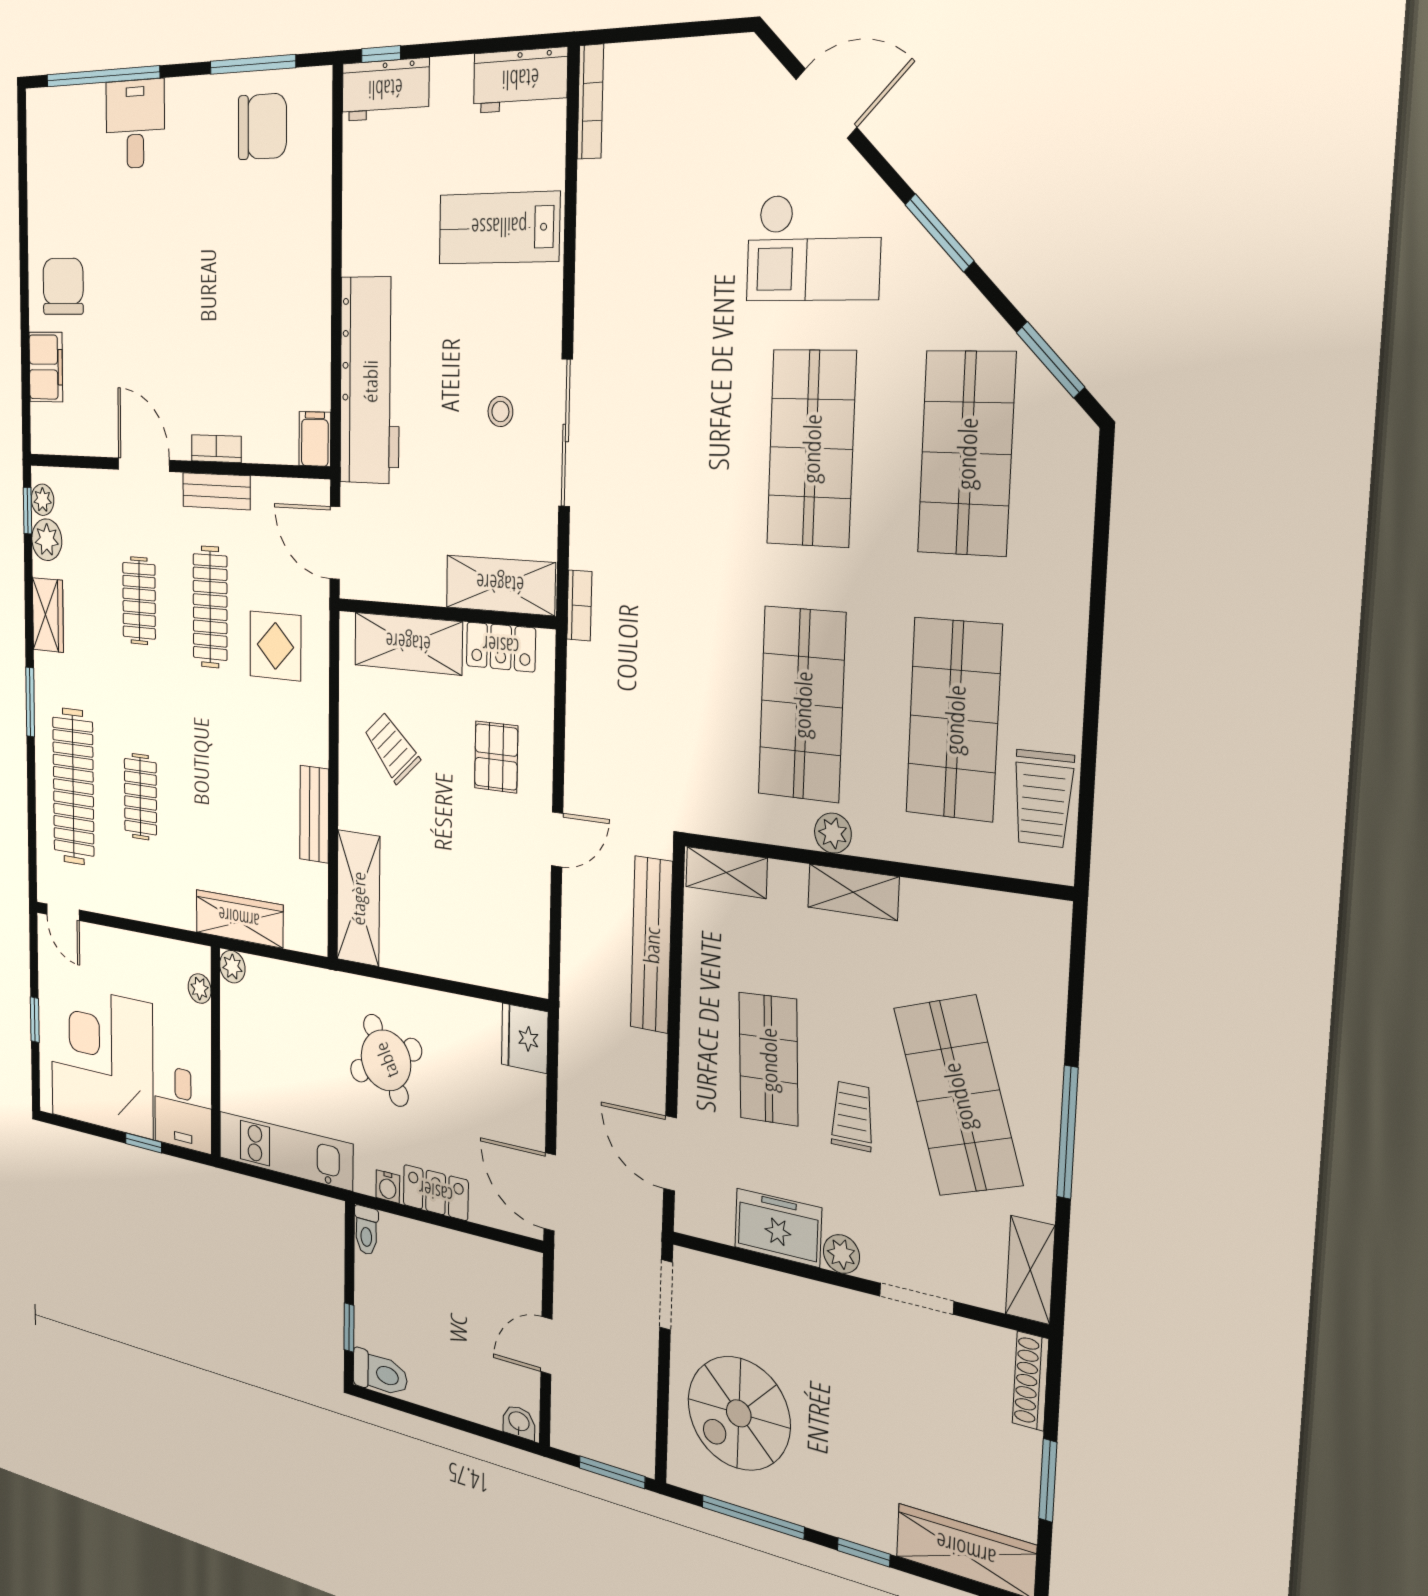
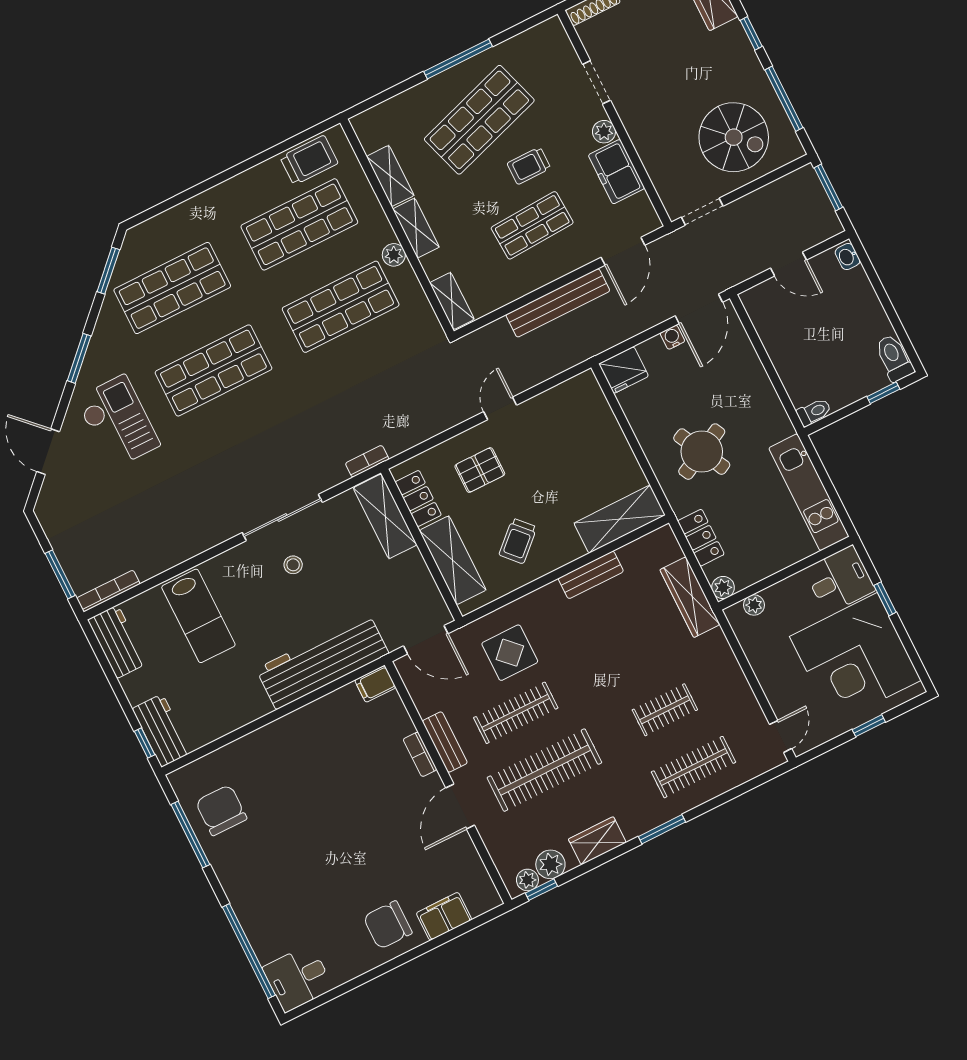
window: (646, 33) -> (60, 574), added
desk: (135, 124) -> (298, 978), moved
door: (335, 543) -> (426, 640), hinge flipped
clothes rail: (139, 601) -> (544, 770), width x1.86, depth x1.31
clothes rail: (73, 787) -> (693, 767), width x0.73, depth x0.76
door: (557, 839) -> (500, 408), hinge flipped
bench: (651, 945) -> (558, 303), moved
water cooler: (388, 1187) -> (672, 337), moved, turned -90
locker: (436, 1193) -> (701, 538), moved, turned 180
shelving: (1030, 1270) -> (390, 176), moved, turned 90

